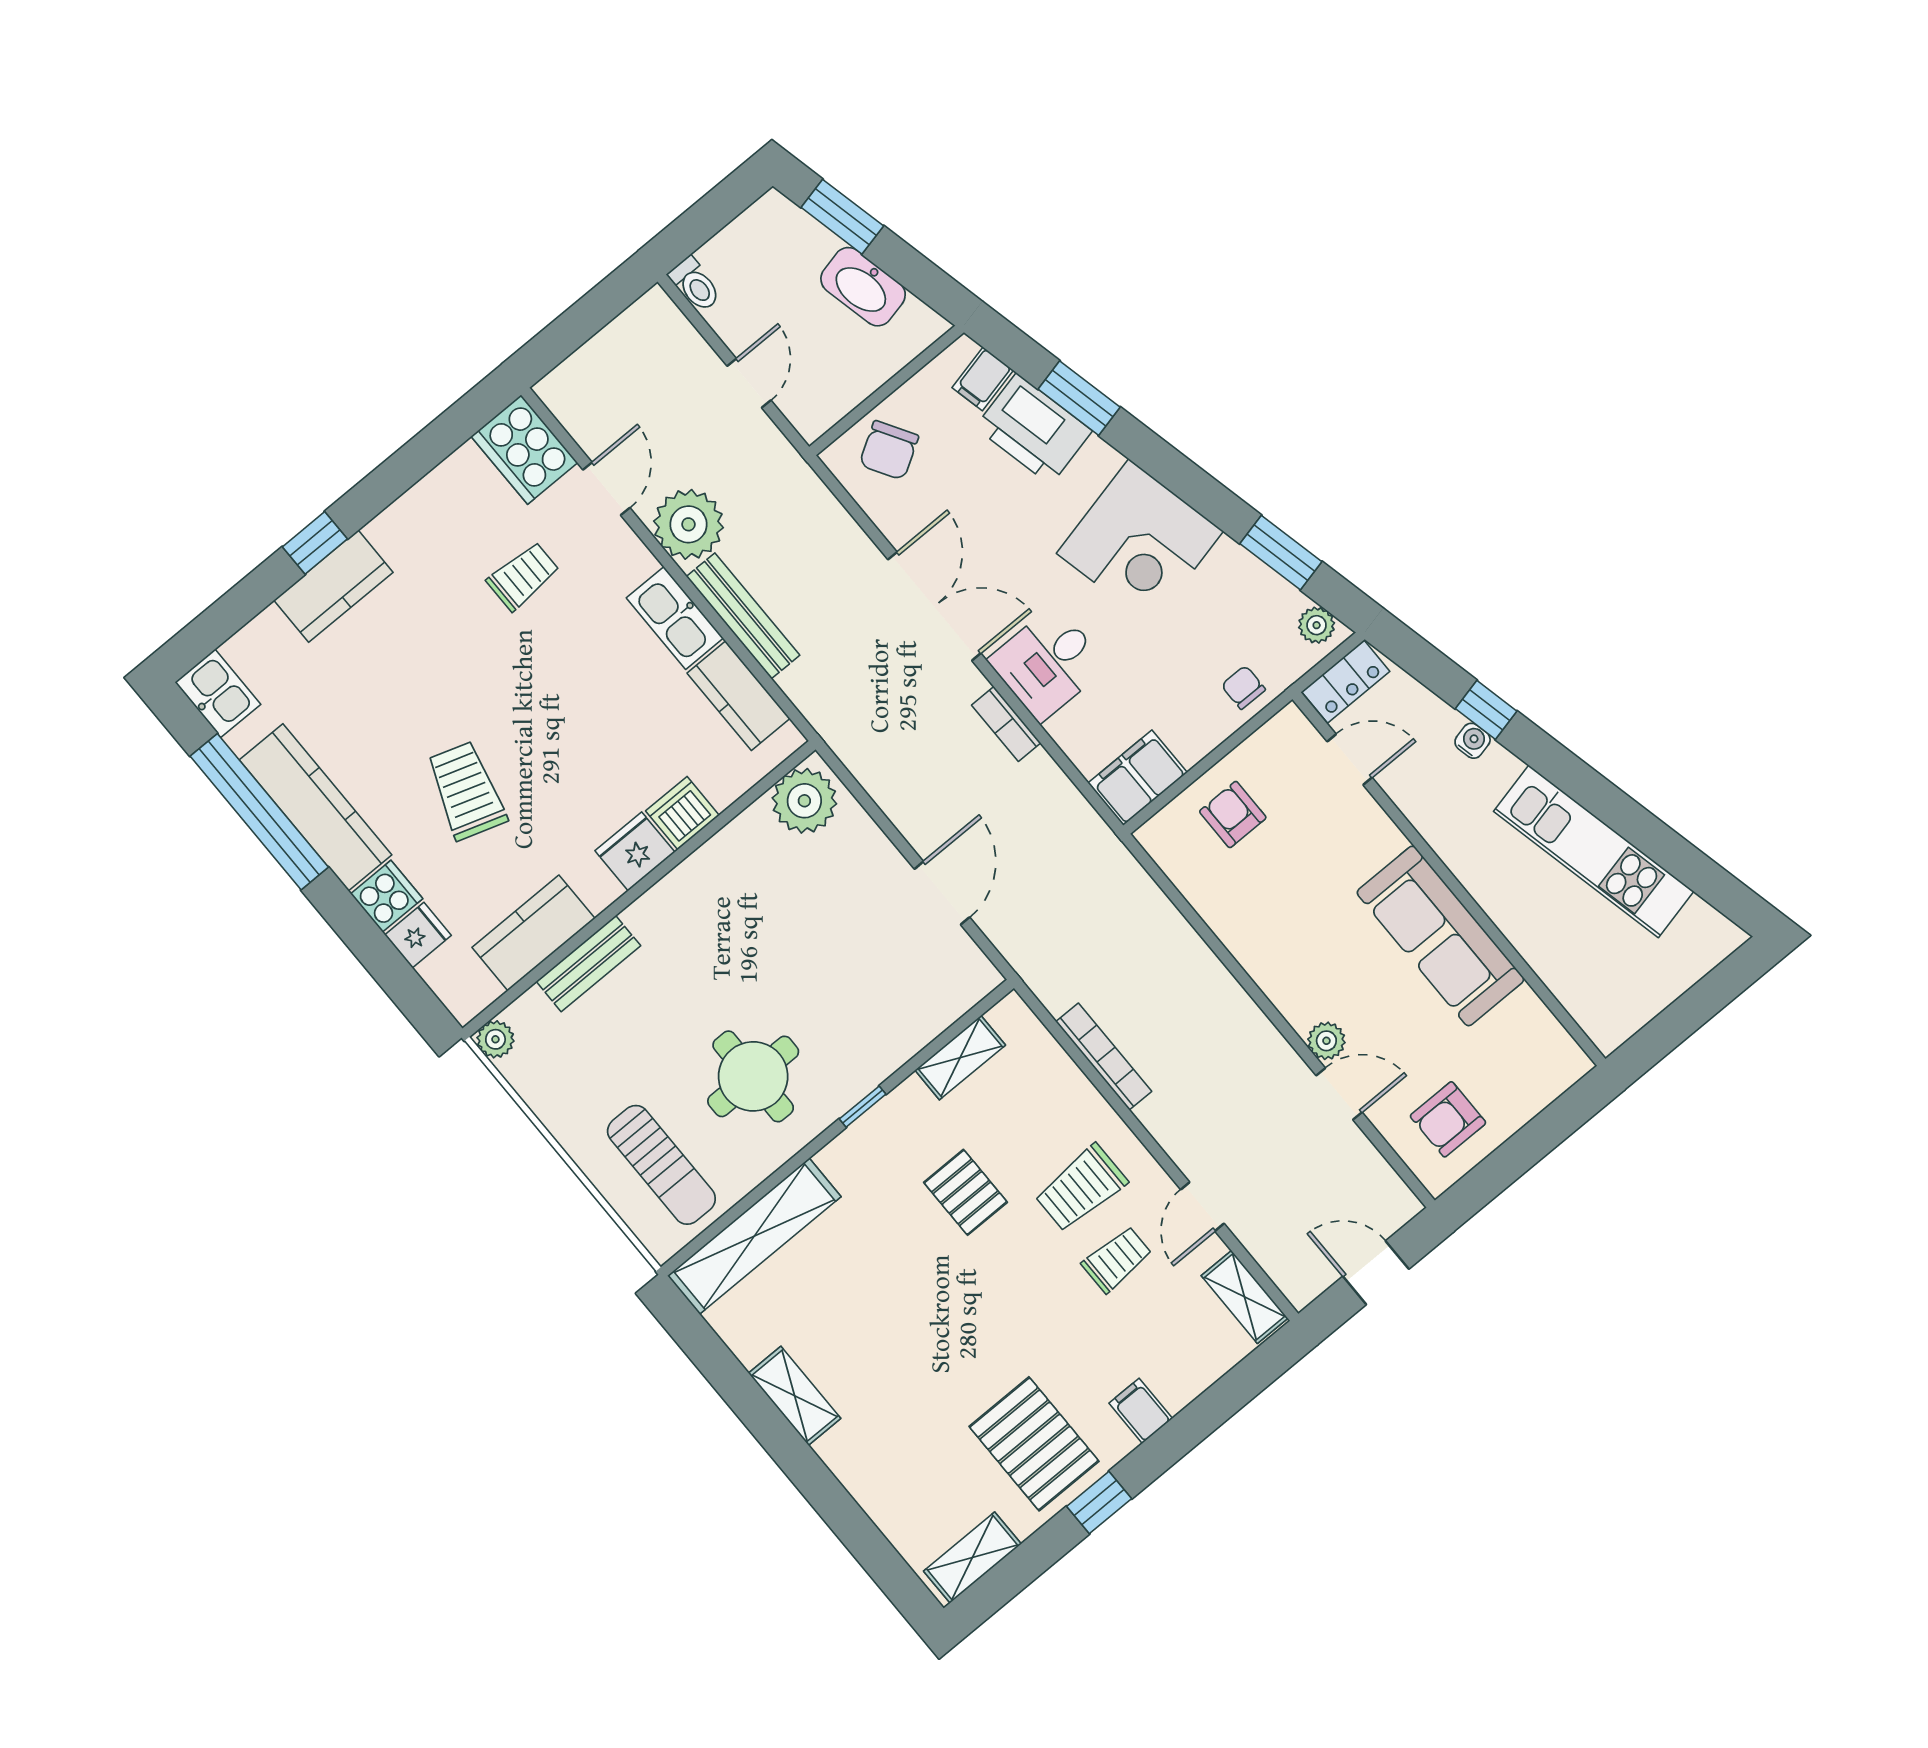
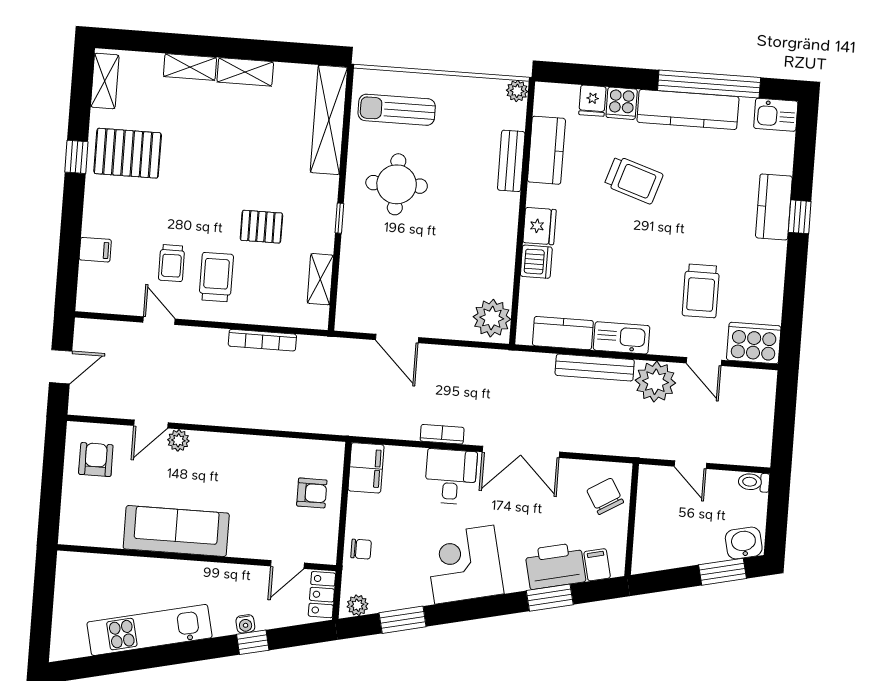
washbasin: (863, 287) -> (744, 543), moved, width x0.72
trolley: (523, 576) -> (701, 291), width x1.36, depth x1.39
shelving: (1245, 1297) -> (190, 67), moved
filing cabinet: (1141, 1411) -> (95, 250), moved

